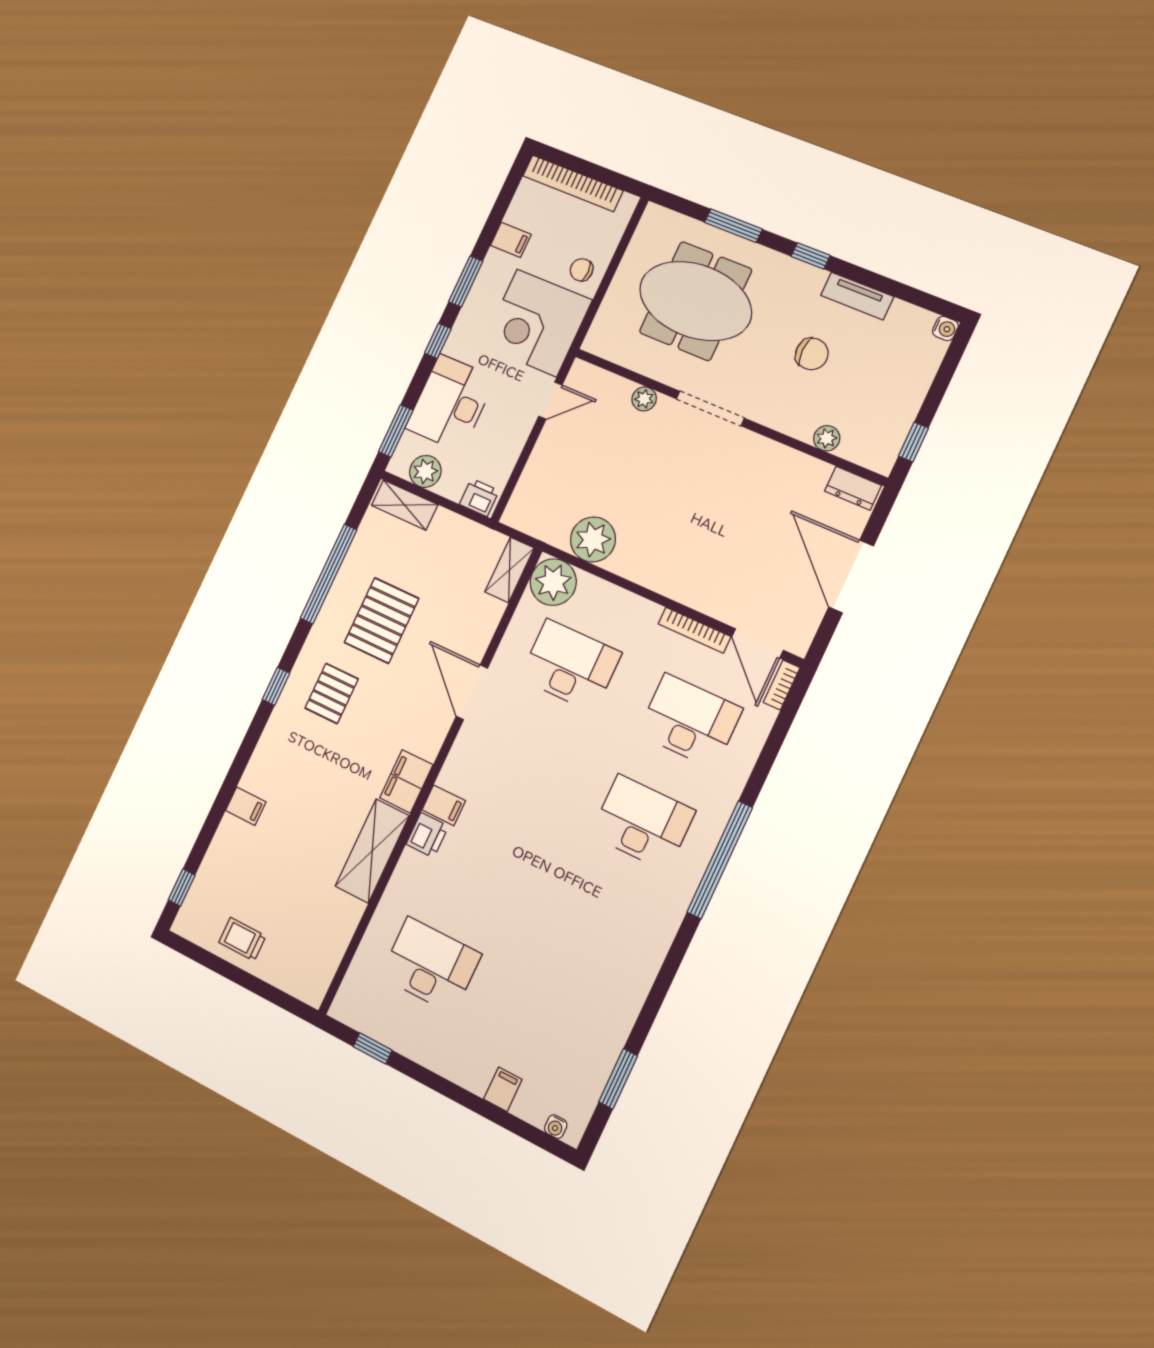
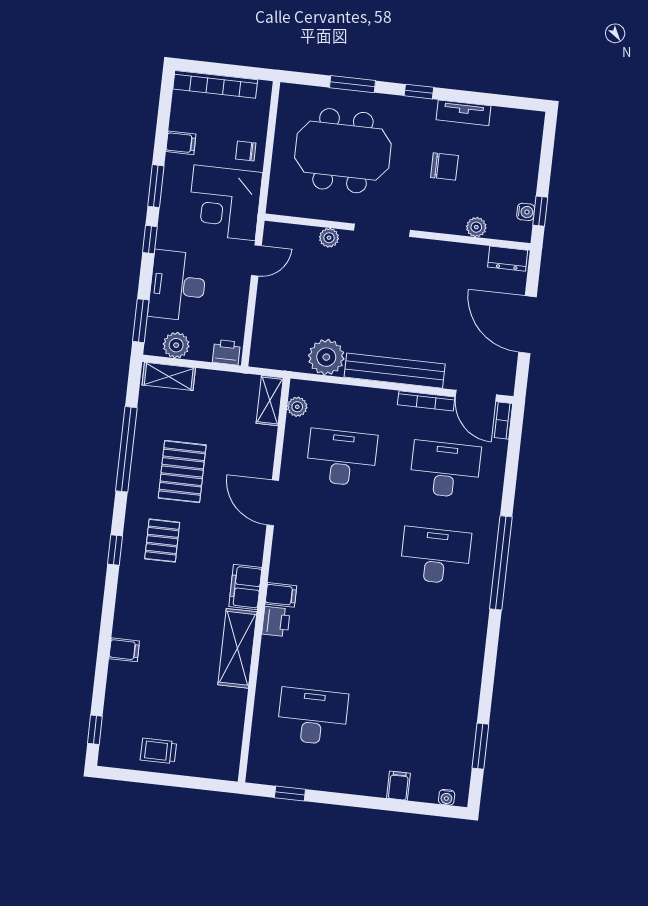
water cooler: (945, 328) -> (526, 212), moved
bench: (669, 581) -> (395, 371), added
plant: (553, 582) -> (297, 407), width x0.53, depth x0.53

